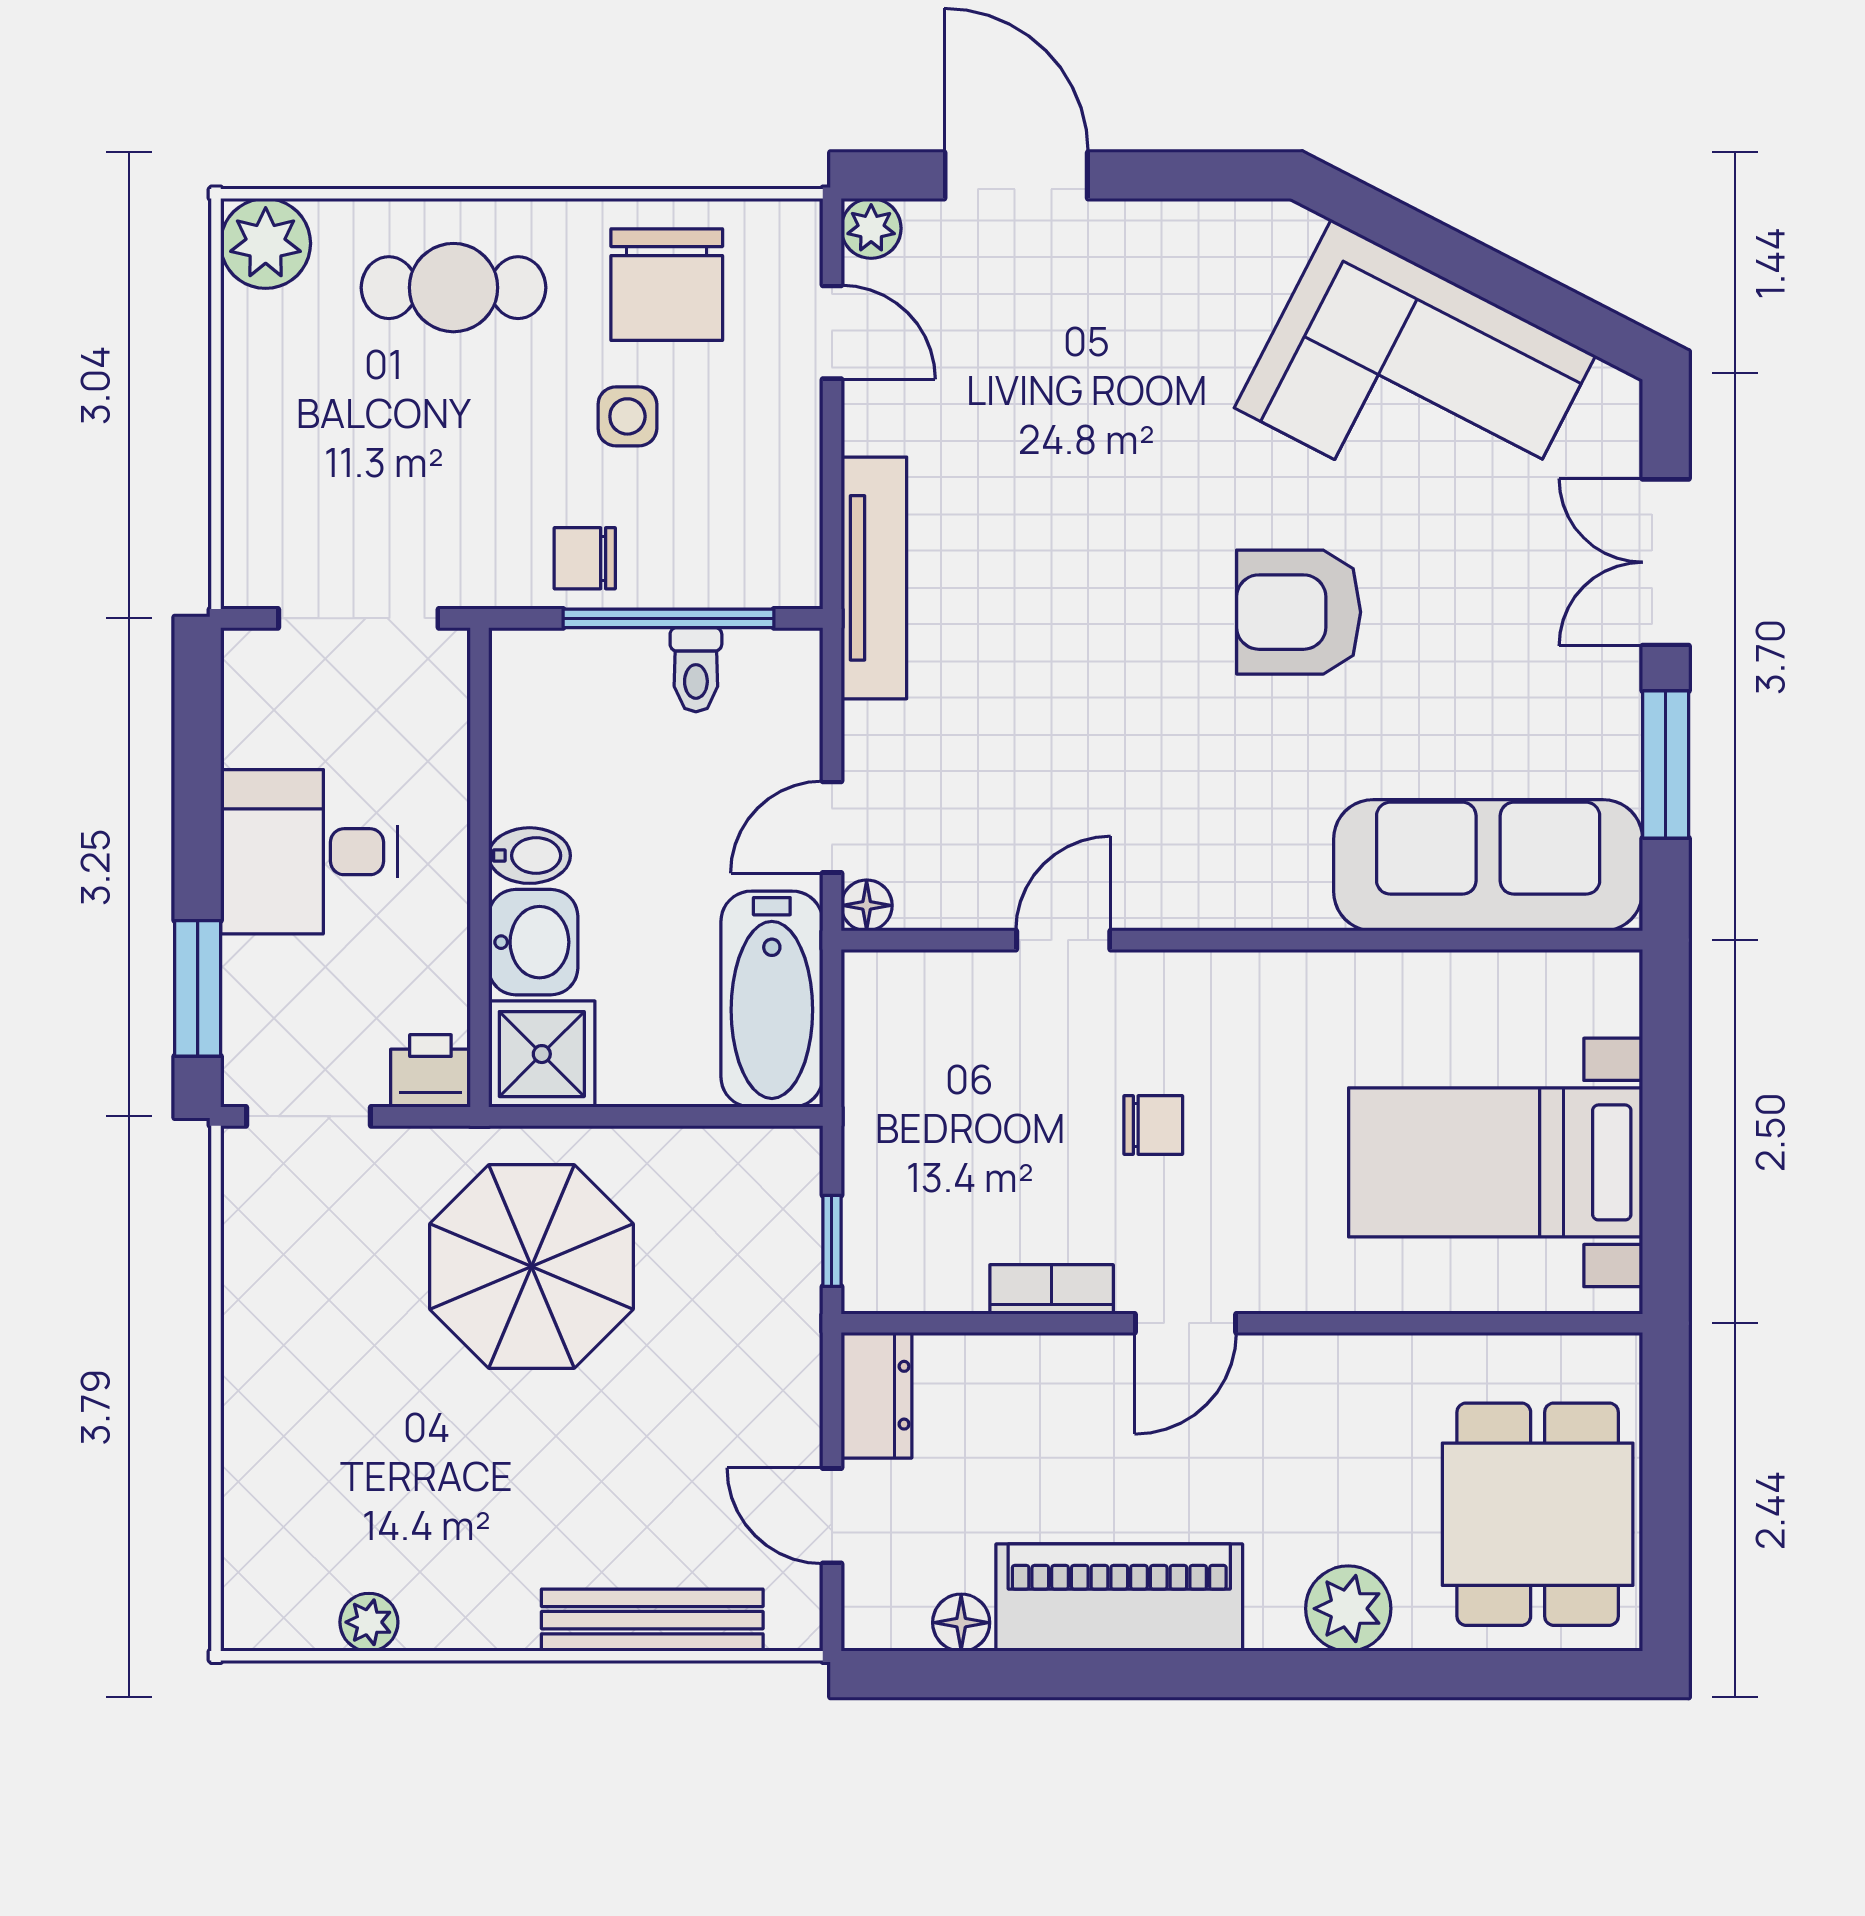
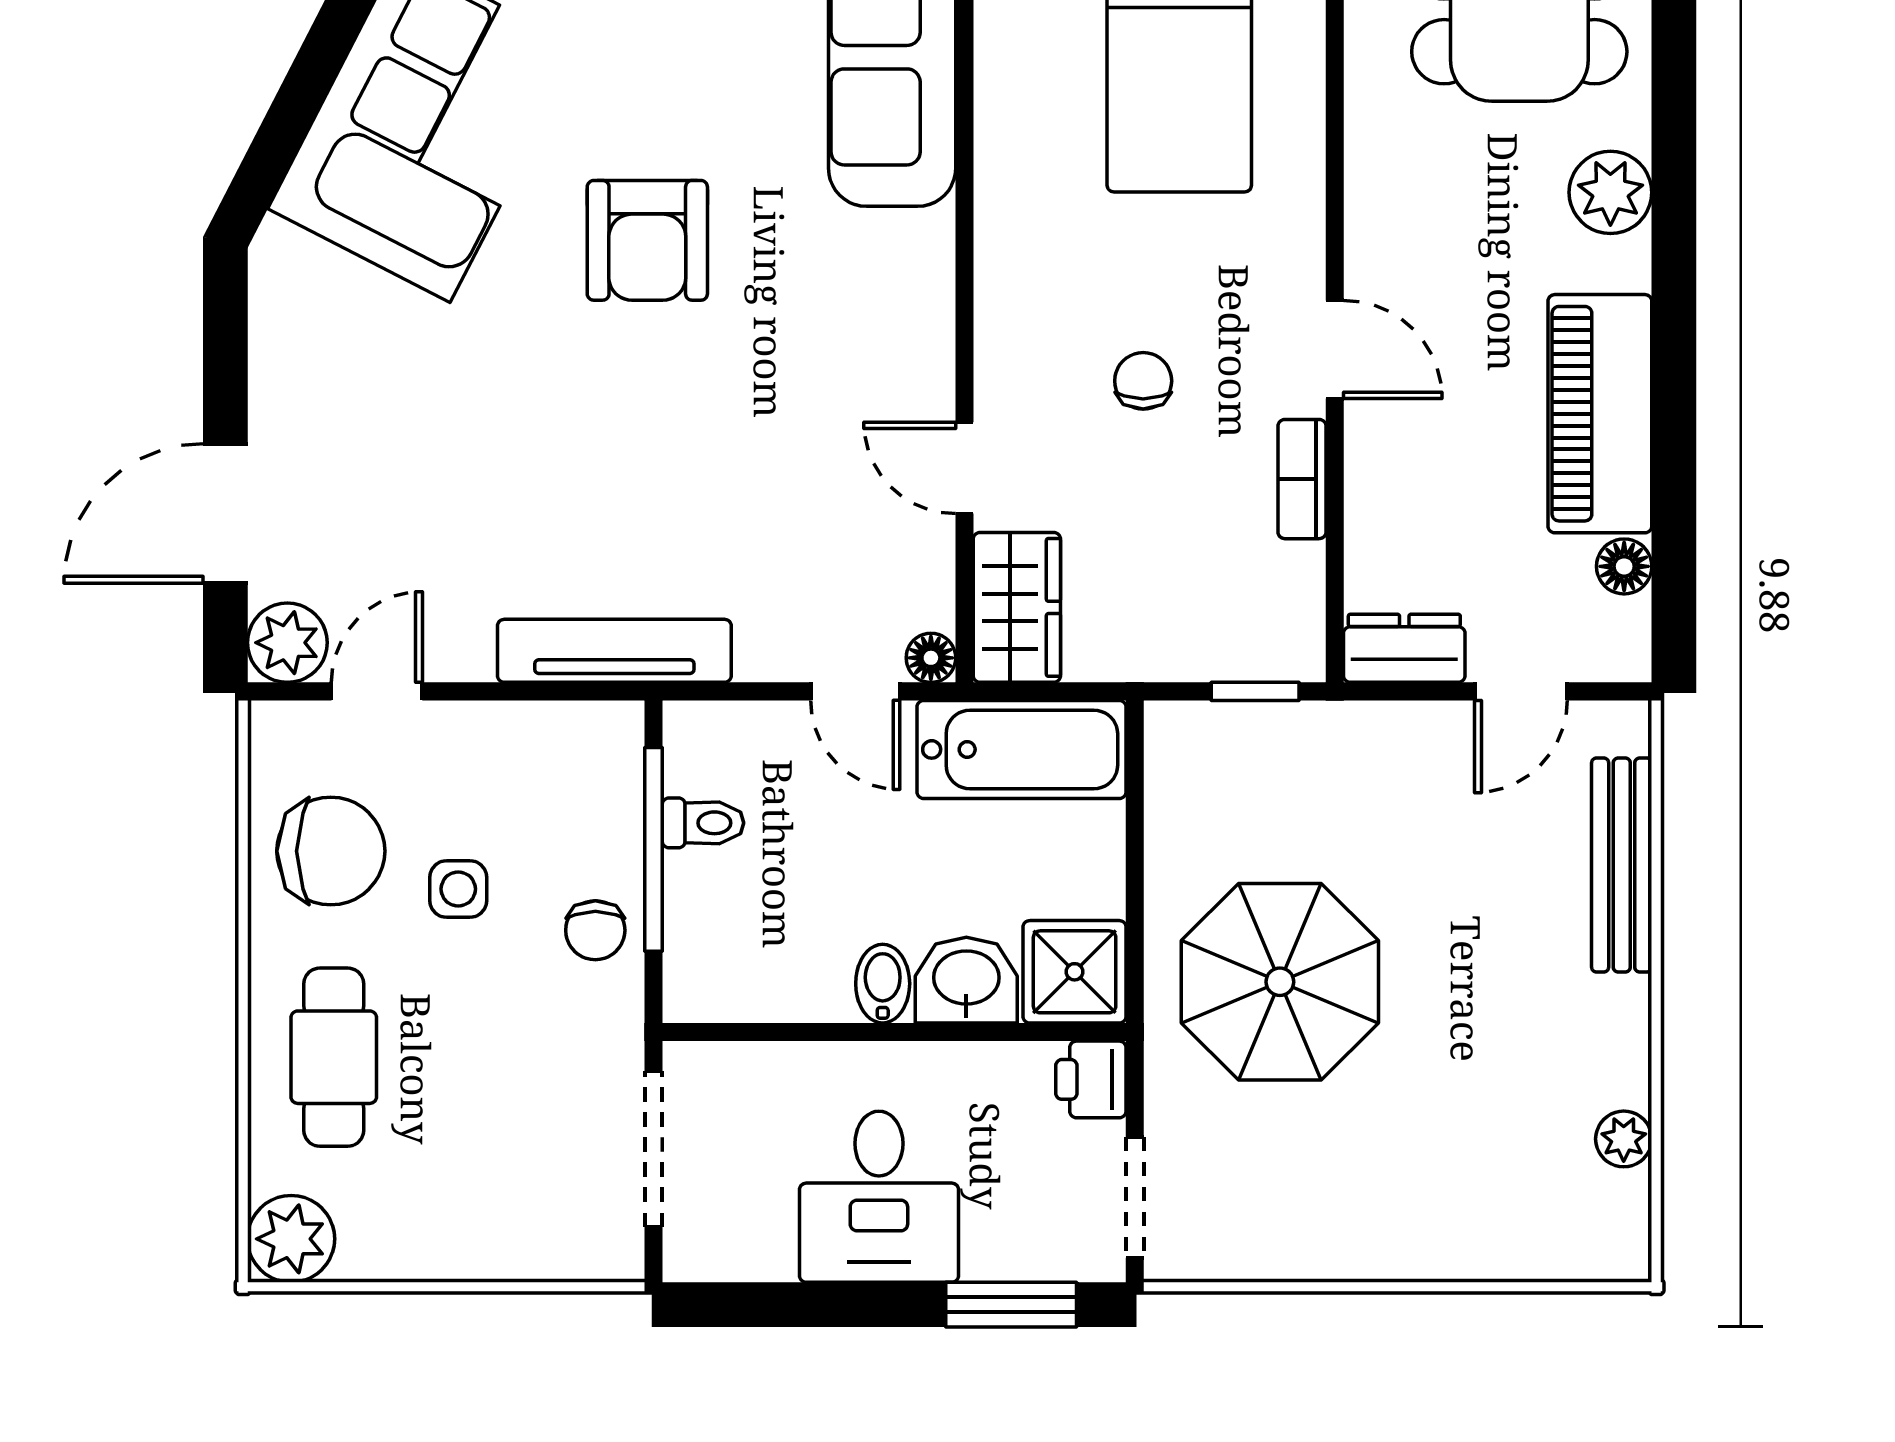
plant: (871, 228) -> (287, 643), width x1.38, depth x1.38
wardrobe: (919, 994) -> (1017, 607), added

